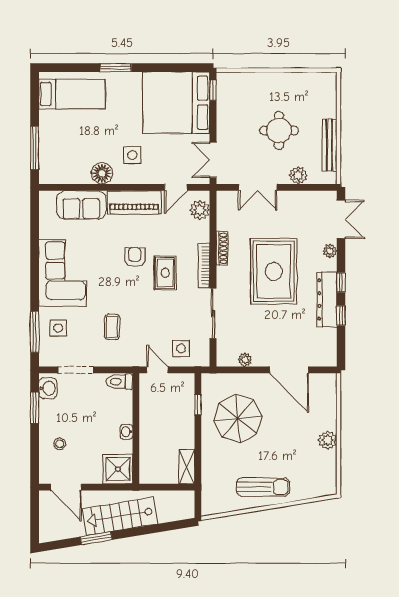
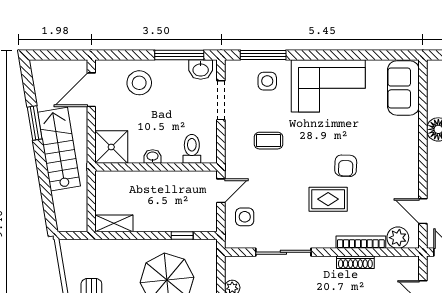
piano: (134, 202) -> (406, 165), removed
sofa: (81, 205) -> (403, 88), moved
armchair: (135, 257) -> (346, 166), turned 92
bookcase: (204, 265) -> (361, 242), moved
toilet: (119, 382) -> (192, 149), moved
window: (35, 408) -> (179, 55), width x1.44
stool: (60, 444) -> (139, 83), width x1.89, depth x1.89

